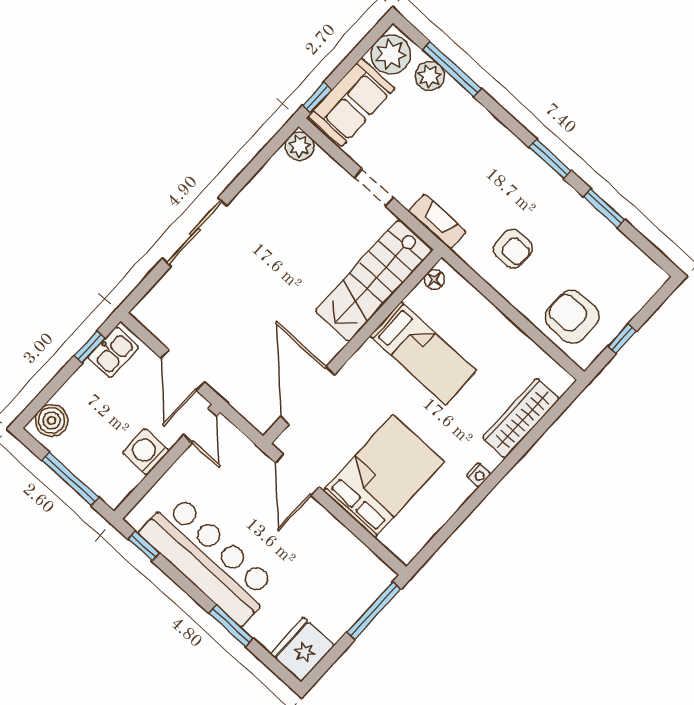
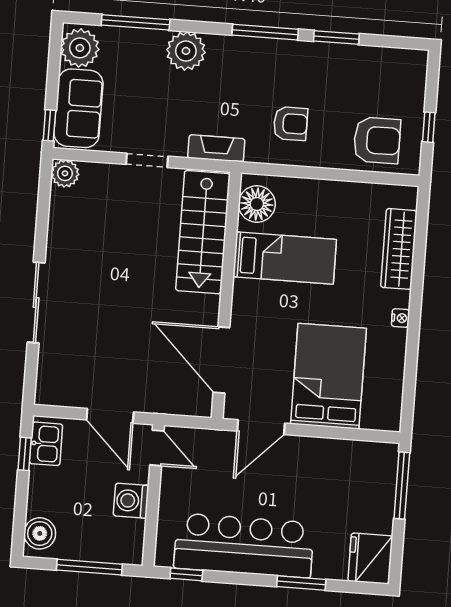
plant: (430, 76) -> (186, 51), moved, width x1.36, depth x1.36
window: (550, 159) -> (265, 32), width x1.44
floor lamp: (434, 280) -> (257, 204), width x1.89, depth x1.89
armchair: (572, 317) -> (377, 140), turned 180
door: (297, 475) -> (261, 427), hinge flipped

